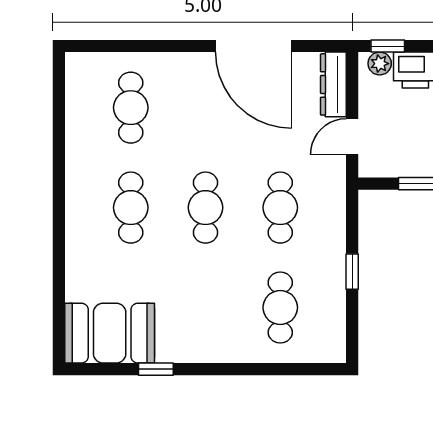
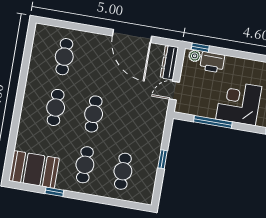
cafe table: (280, 208) -> (85, 165), moved

